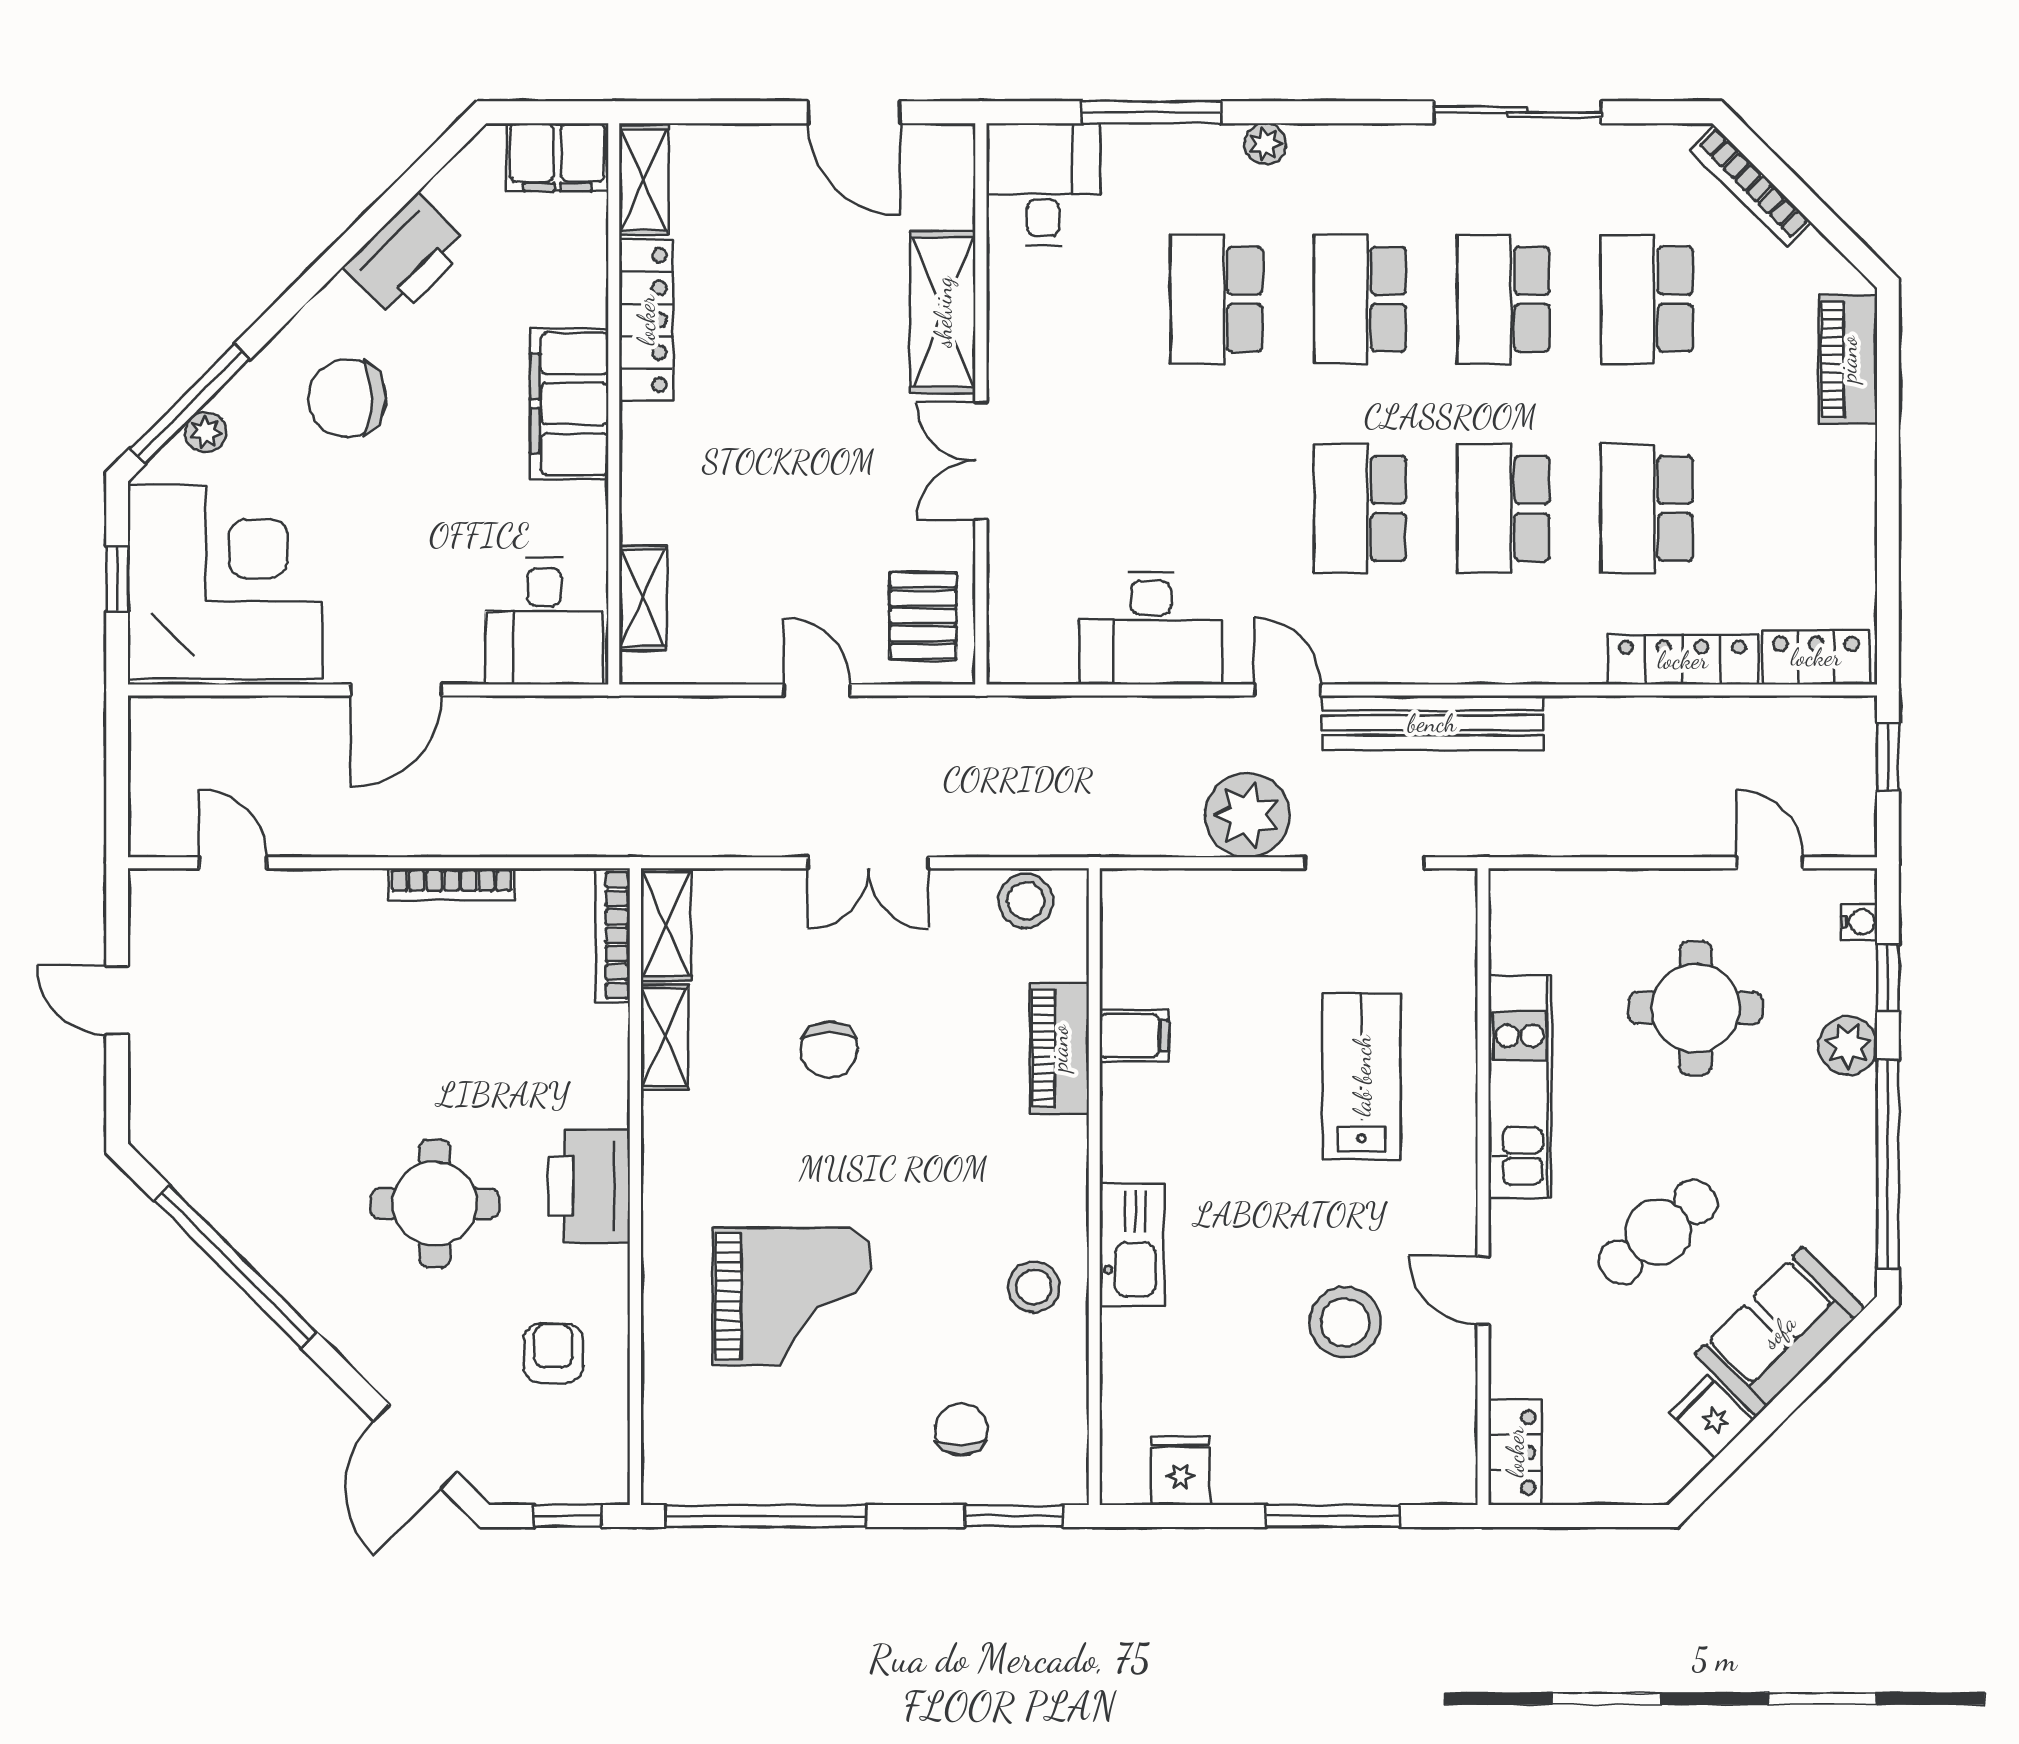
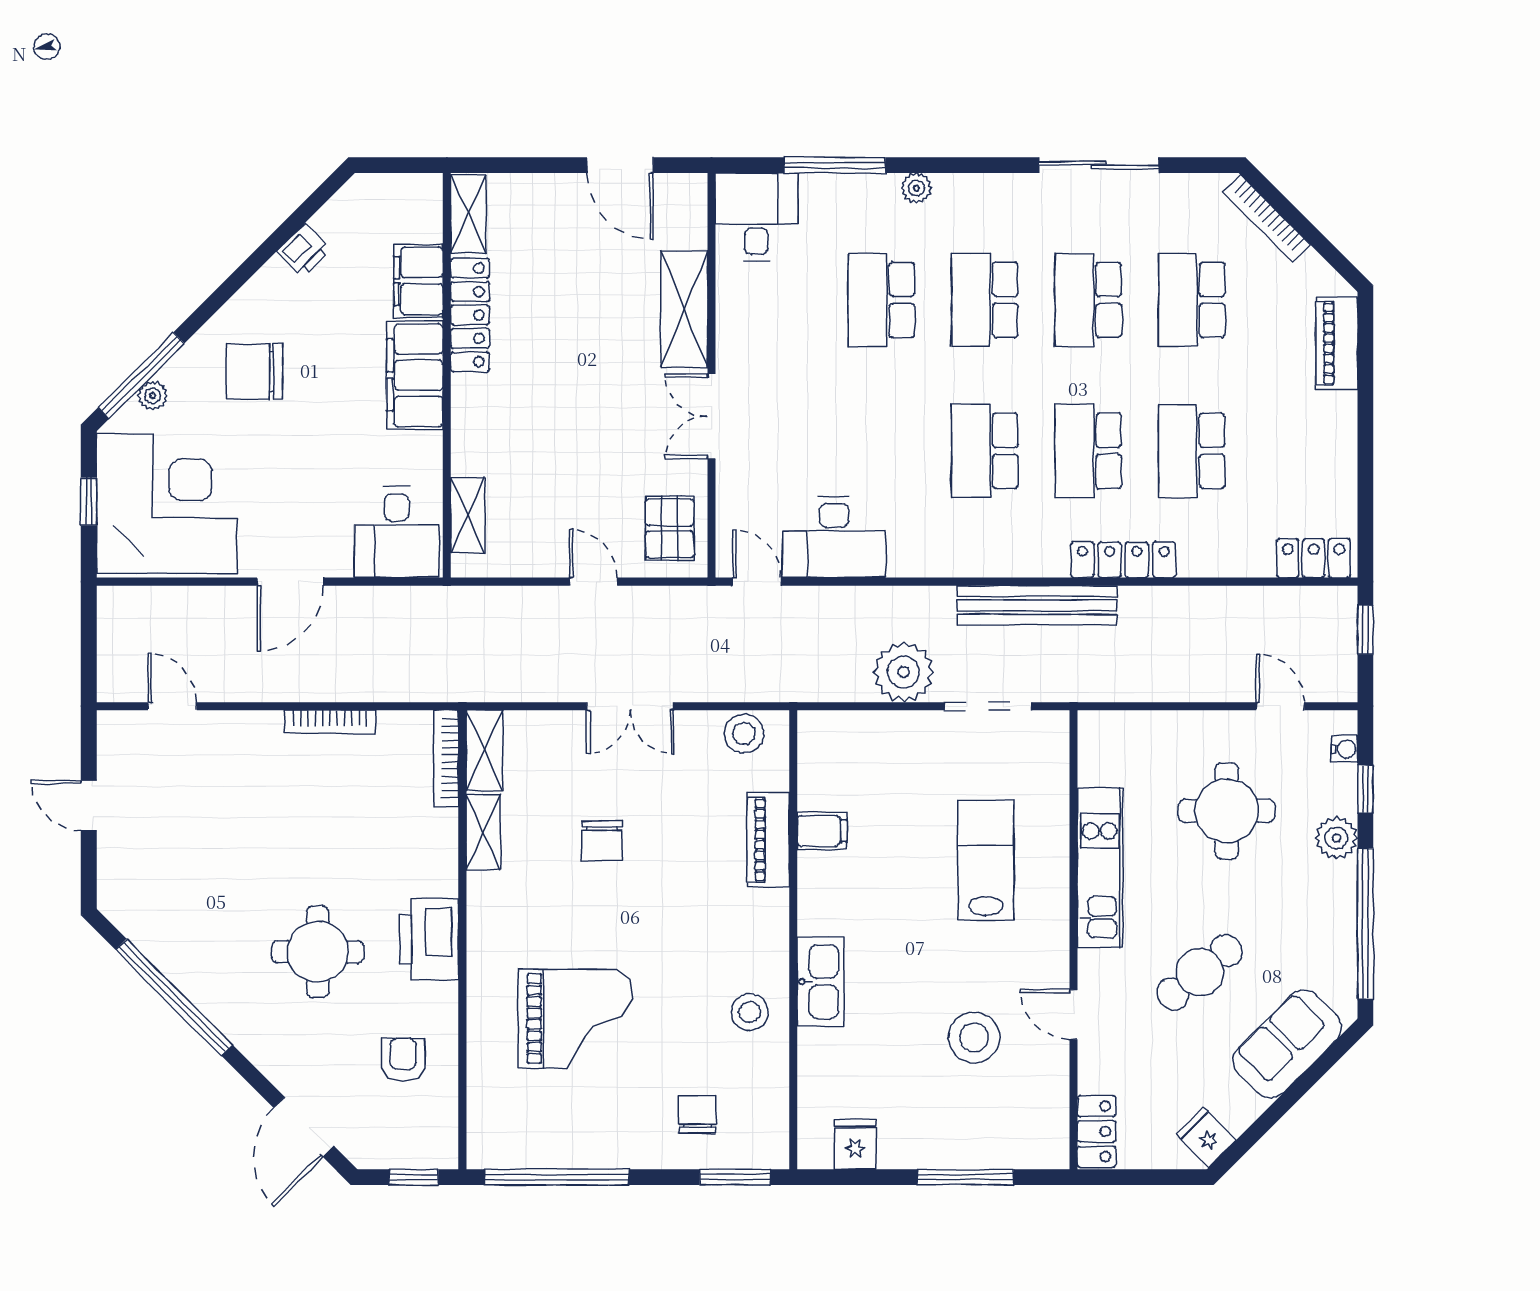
filing cabinet: (557, 157) -> (418, 281), moved, turned 90
printer: (407, 257) -> (304, 250), width x0.53, depth x0.68
locker: (1683, 660) -> (1123, 560), moved
door: (1287, 690) -> (757, 582), moved
fridge: (1712, 1416) -> (1206, 1137), moved

